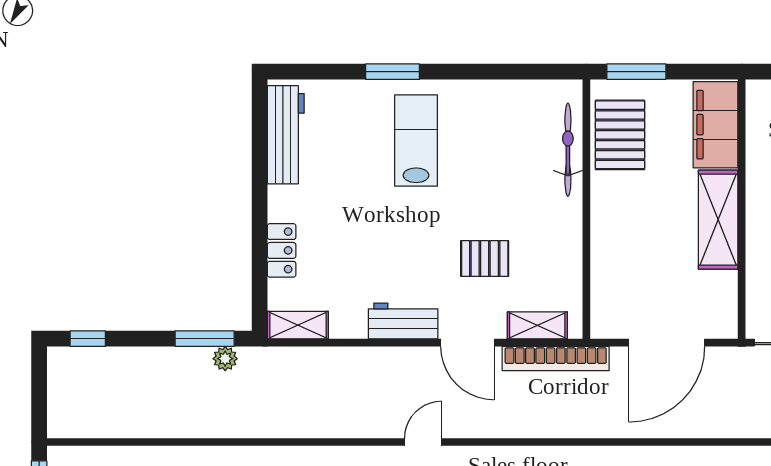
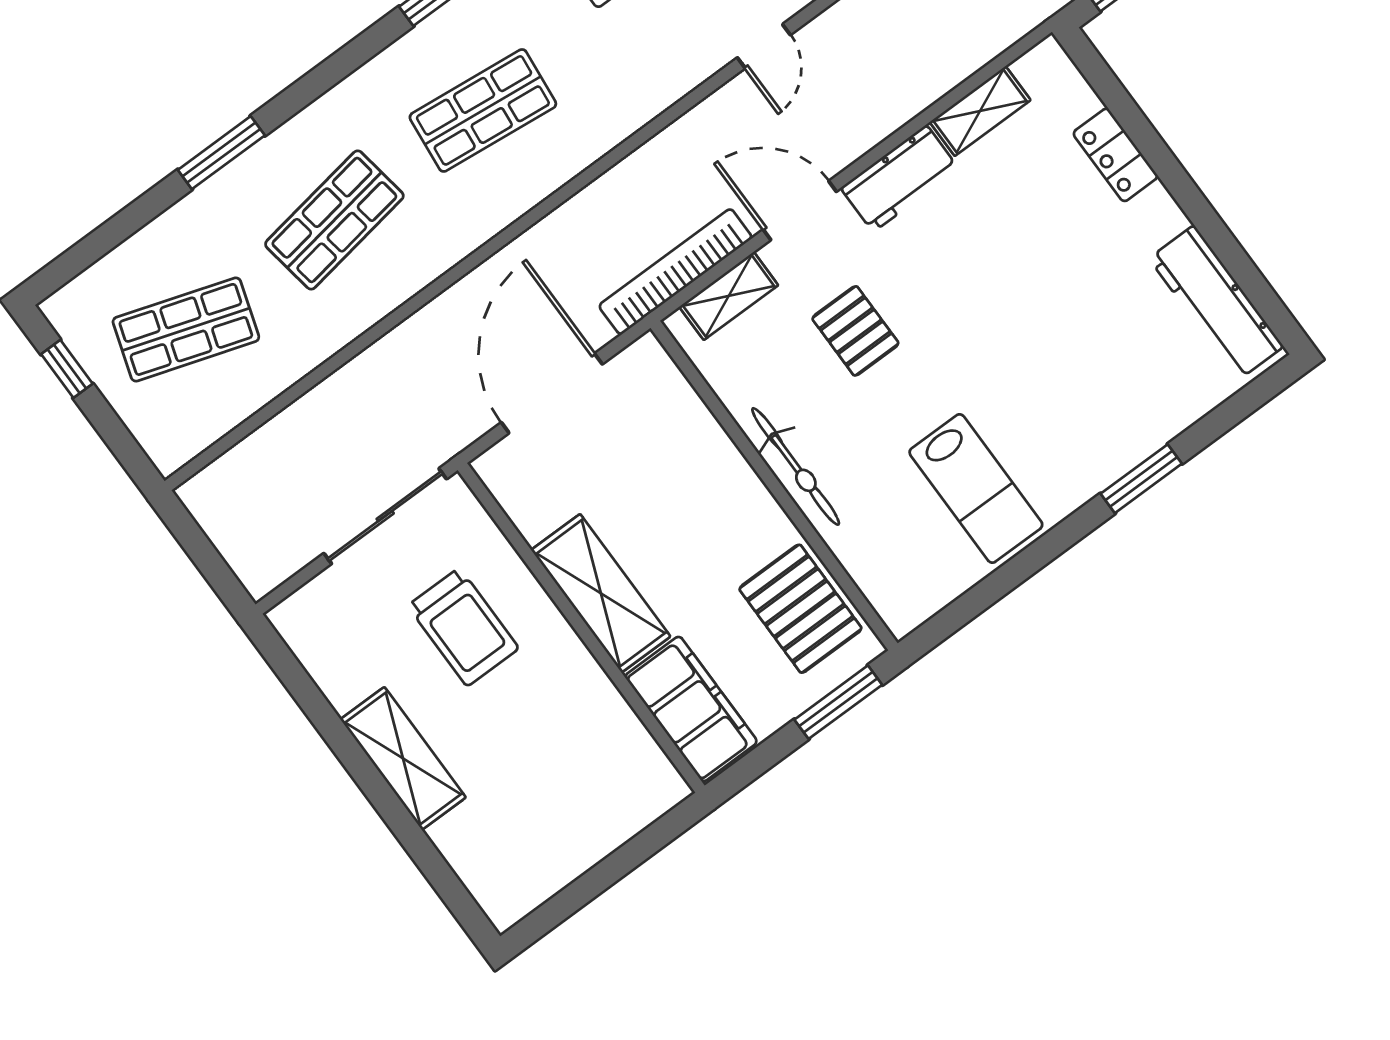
lab bench: (416, 141) -> (976, 488), moved
bicycle: (568, 150) -> (796, 466), moved
pallet: (485, 259) -> (855, 331), turned 90
shelving: (298, 325) -> (980, 111), moved

